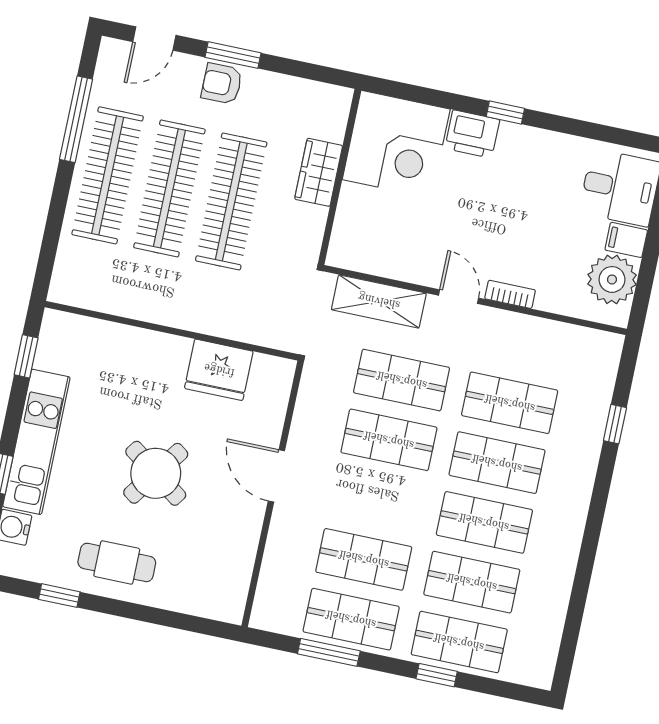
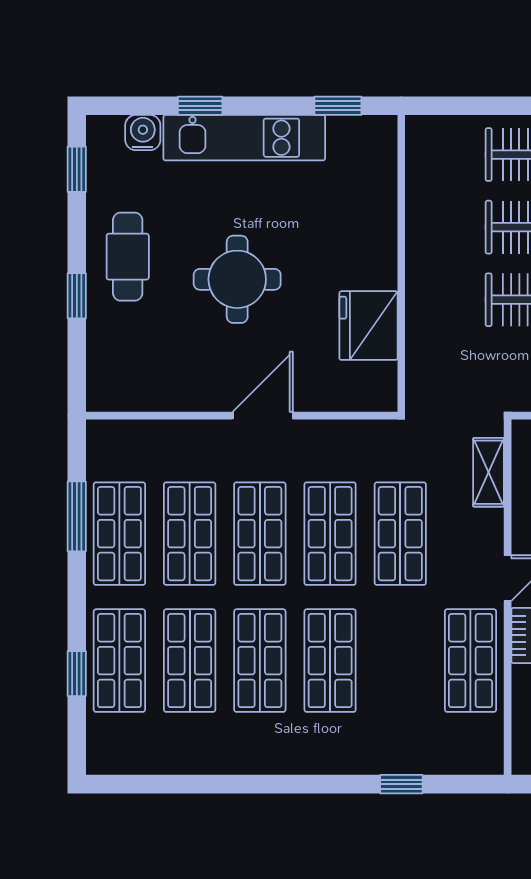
shelving: (379, 301) -> (489, 472), width x0.67, depth x0.75
shop shelf: (510, 403) -> (470, 661), moved
round table: (156, 473) -> (237, 279), turned -36
shop shelf: (376, 500) -> (260, 534), added
window: (59, 596) -> (77, 169), moved
window: (141, 613) -> (77, 296), added
window: (437, 675) -> (77, 674), moved

